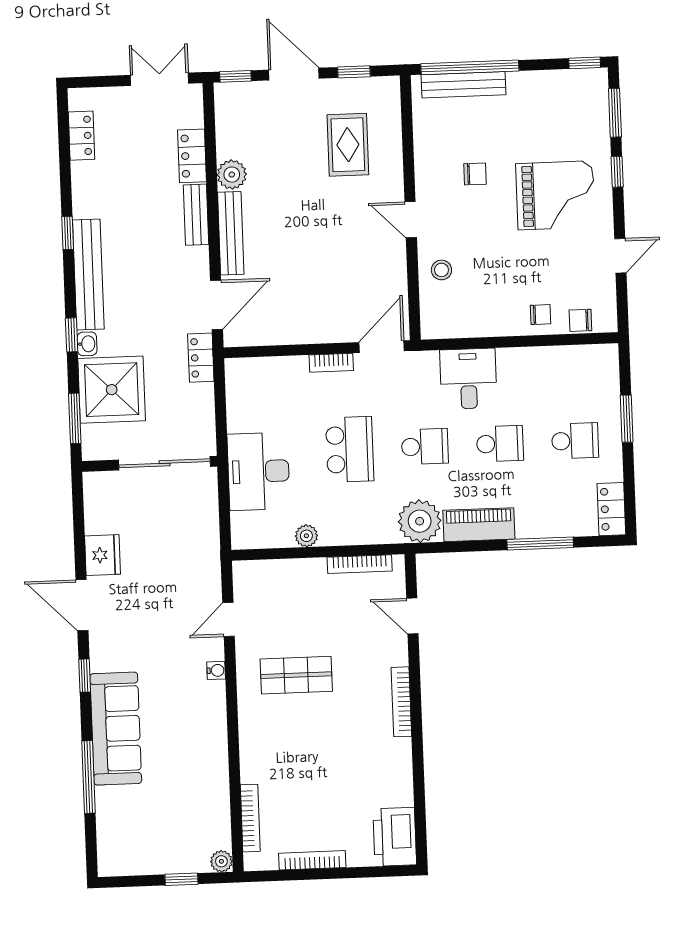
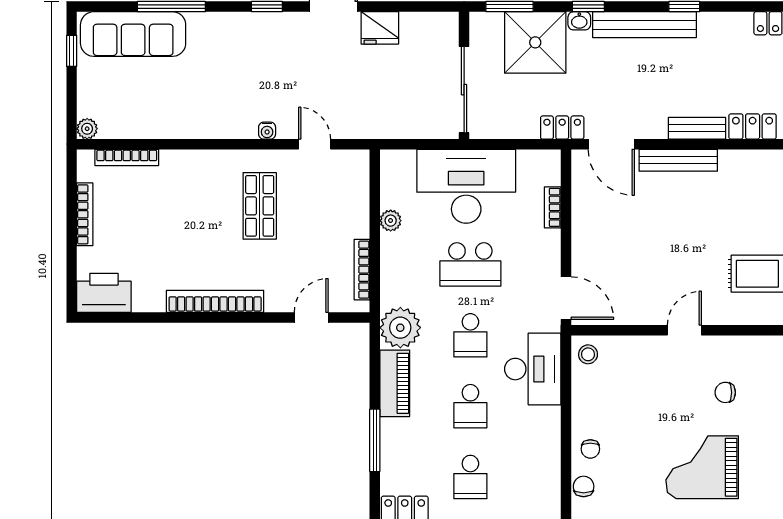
chair: (475, 174) -> (725, 392), turned 90
plant: (232, 175) -> (733, 163), removed
grand piano: (555, 195) -> (702, 467), turned 90
stool: (441, 270) -> (588, 354), moved
bookcase: (331, 363) -> (553, 207), moved
desk: (468, 379) -> (533, 369), width x1.37
desk: (258, 471) -> (466, 186), width x1.36, depth x1.30
bookcase: (401, 702) -> (215, 301), width x1.48, depth x1.31
sofa: (116, 729) -> (133, 34), moved
window: (181, 879) -> (72, 51), moved

